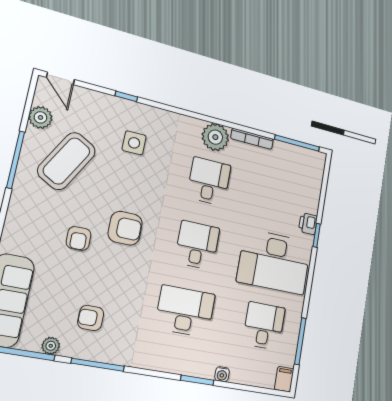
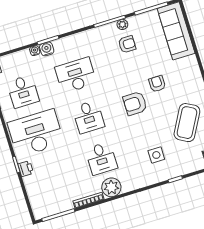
desk: (185, 311) -> (76, 75), turned 180
plant: (51, 346) -> (122, 24), moved
water cooler: (205, 369) -> (47, 49), added

